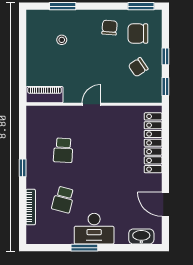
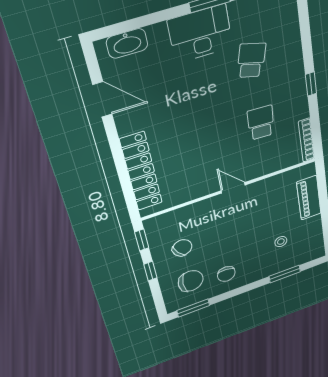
piano: (45, 95) -> (309, 198), moved, turned 90
door: (91, 104) -> (233, 188), swing flipped
bookcase: (31, 207) -> (307, 140), moved

